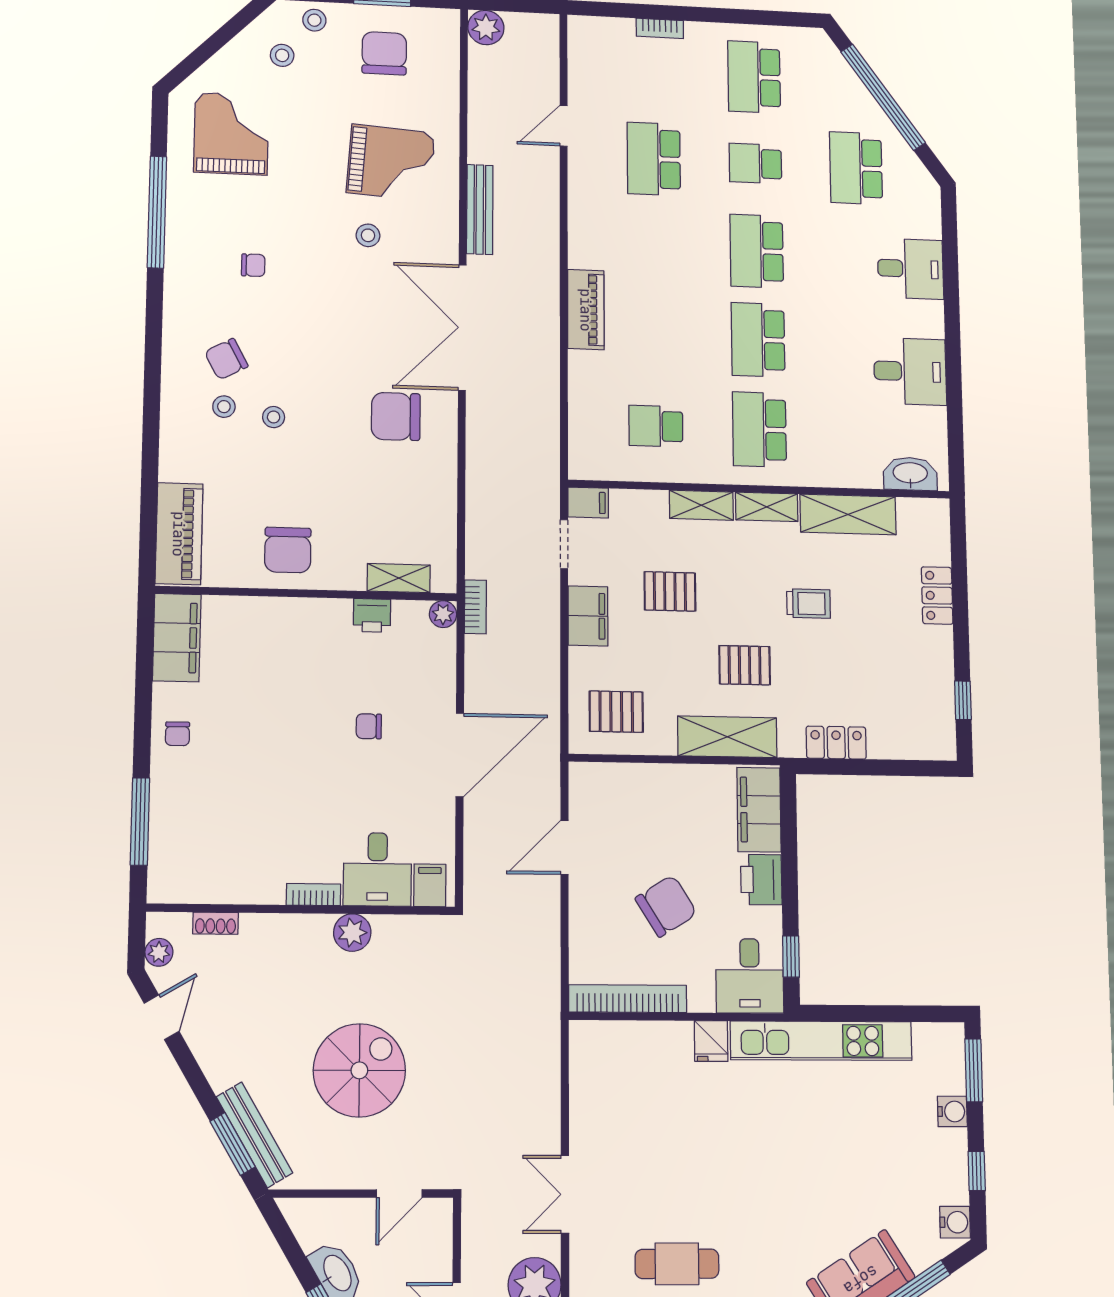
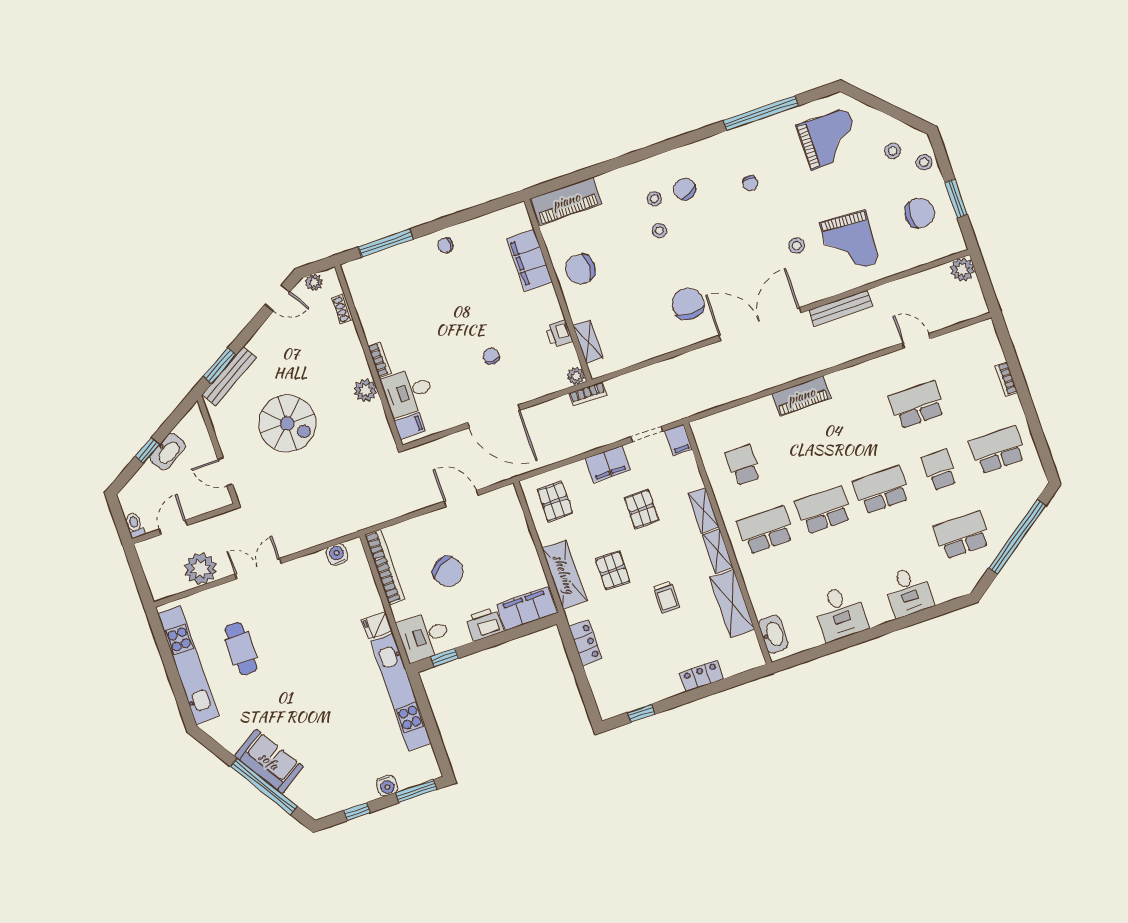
filing cabinet: (177, 638) -> (530, 260), moved, turned 90
water cooler: (955, 1222) -> (337, 554), moved, turned 180

